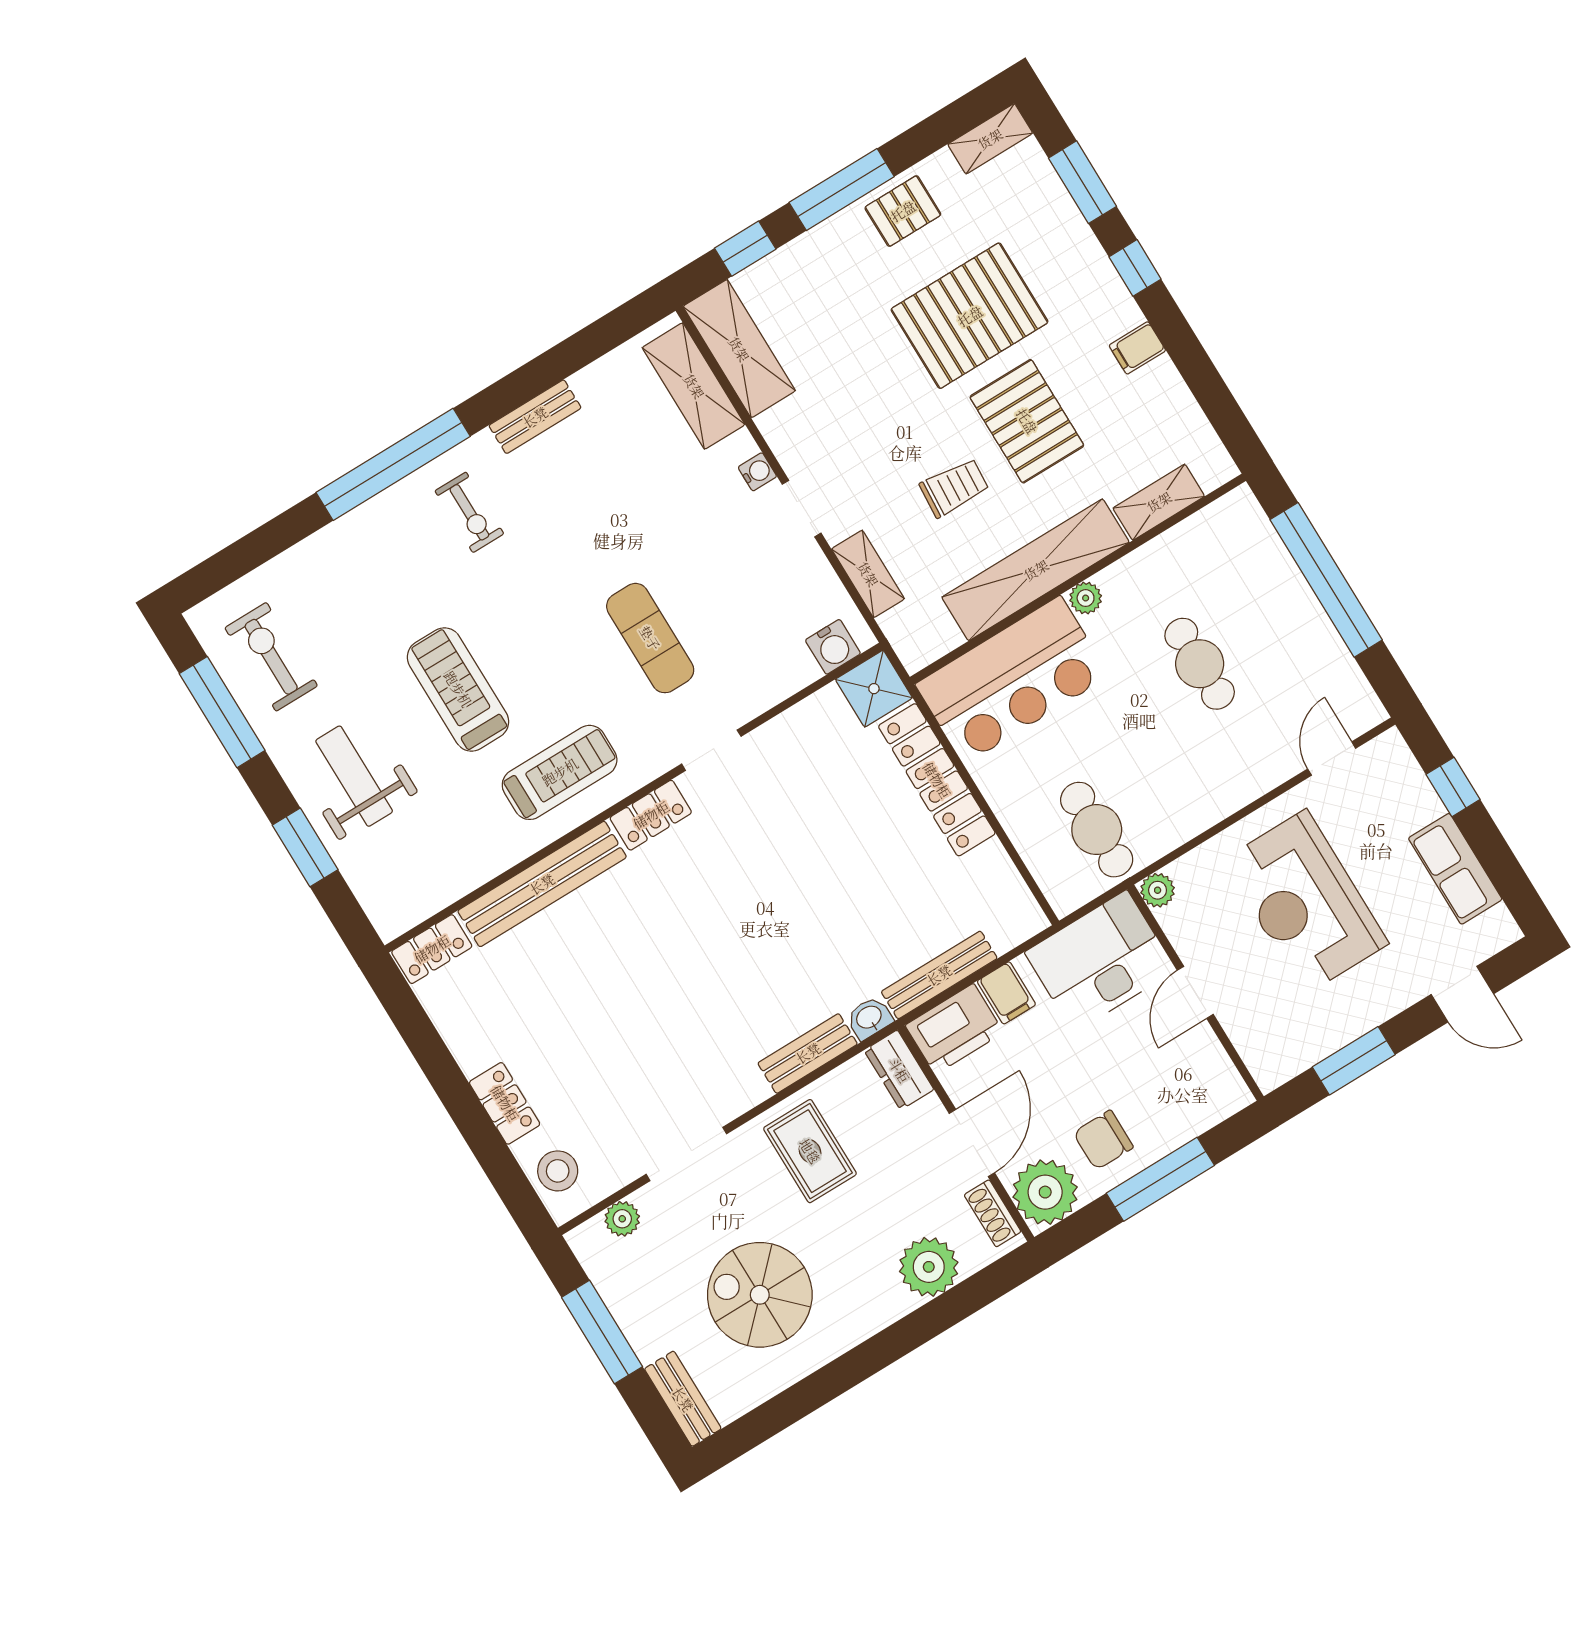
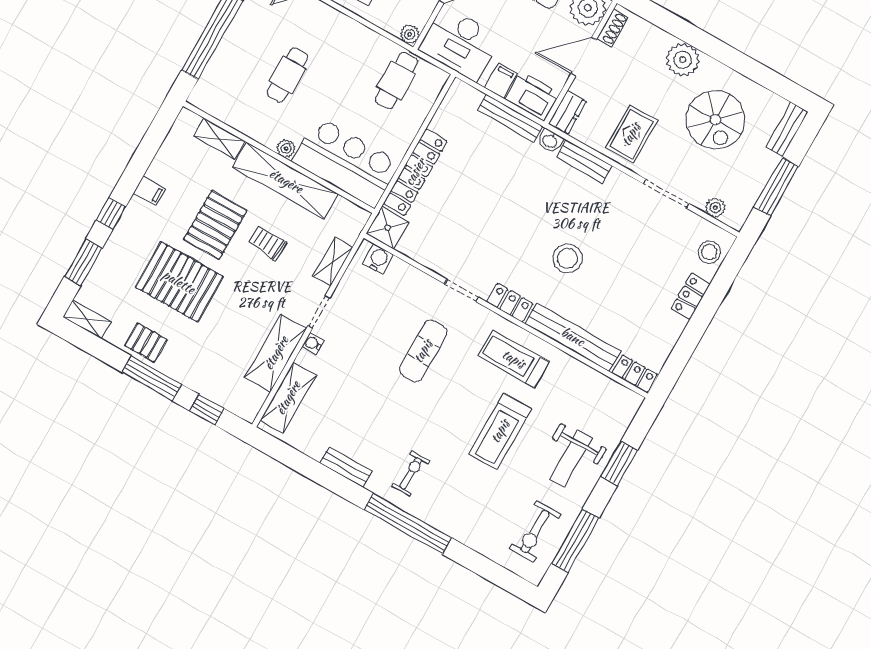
shelving: (739, 349) -> (276, 353), moved
stool: (671, 944) -> (567, 258), added
plant: (929, 1267) -> (683, 60), moved

